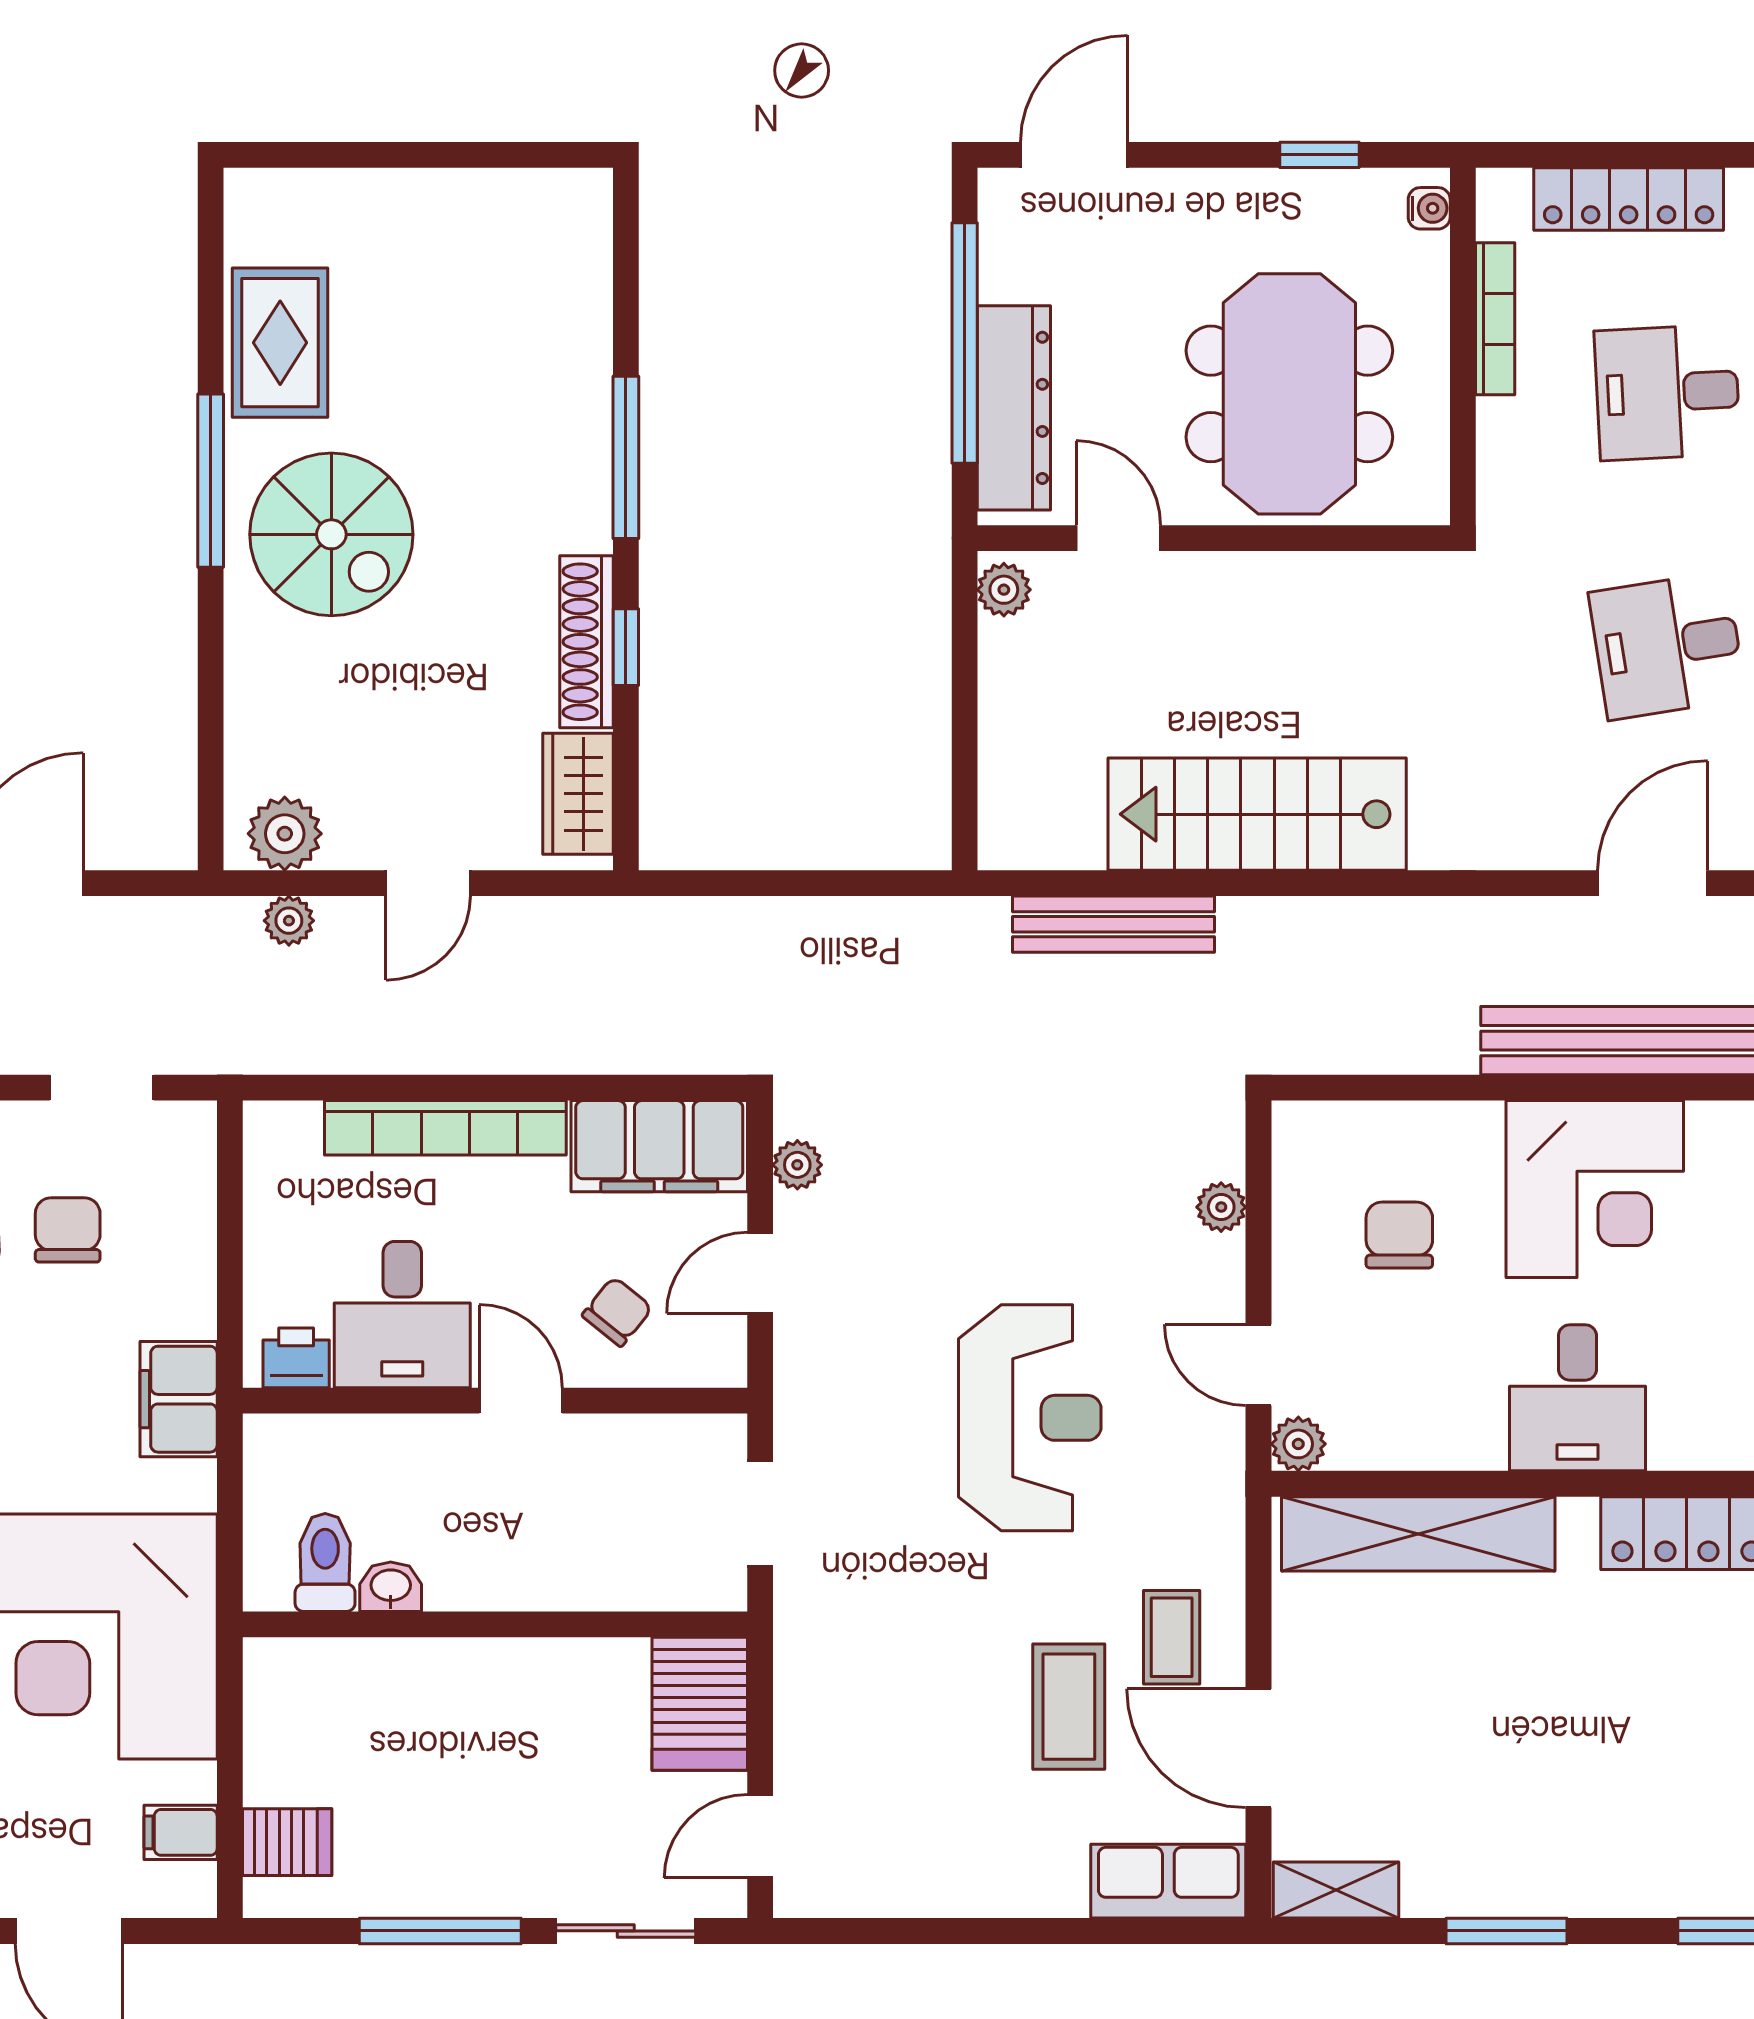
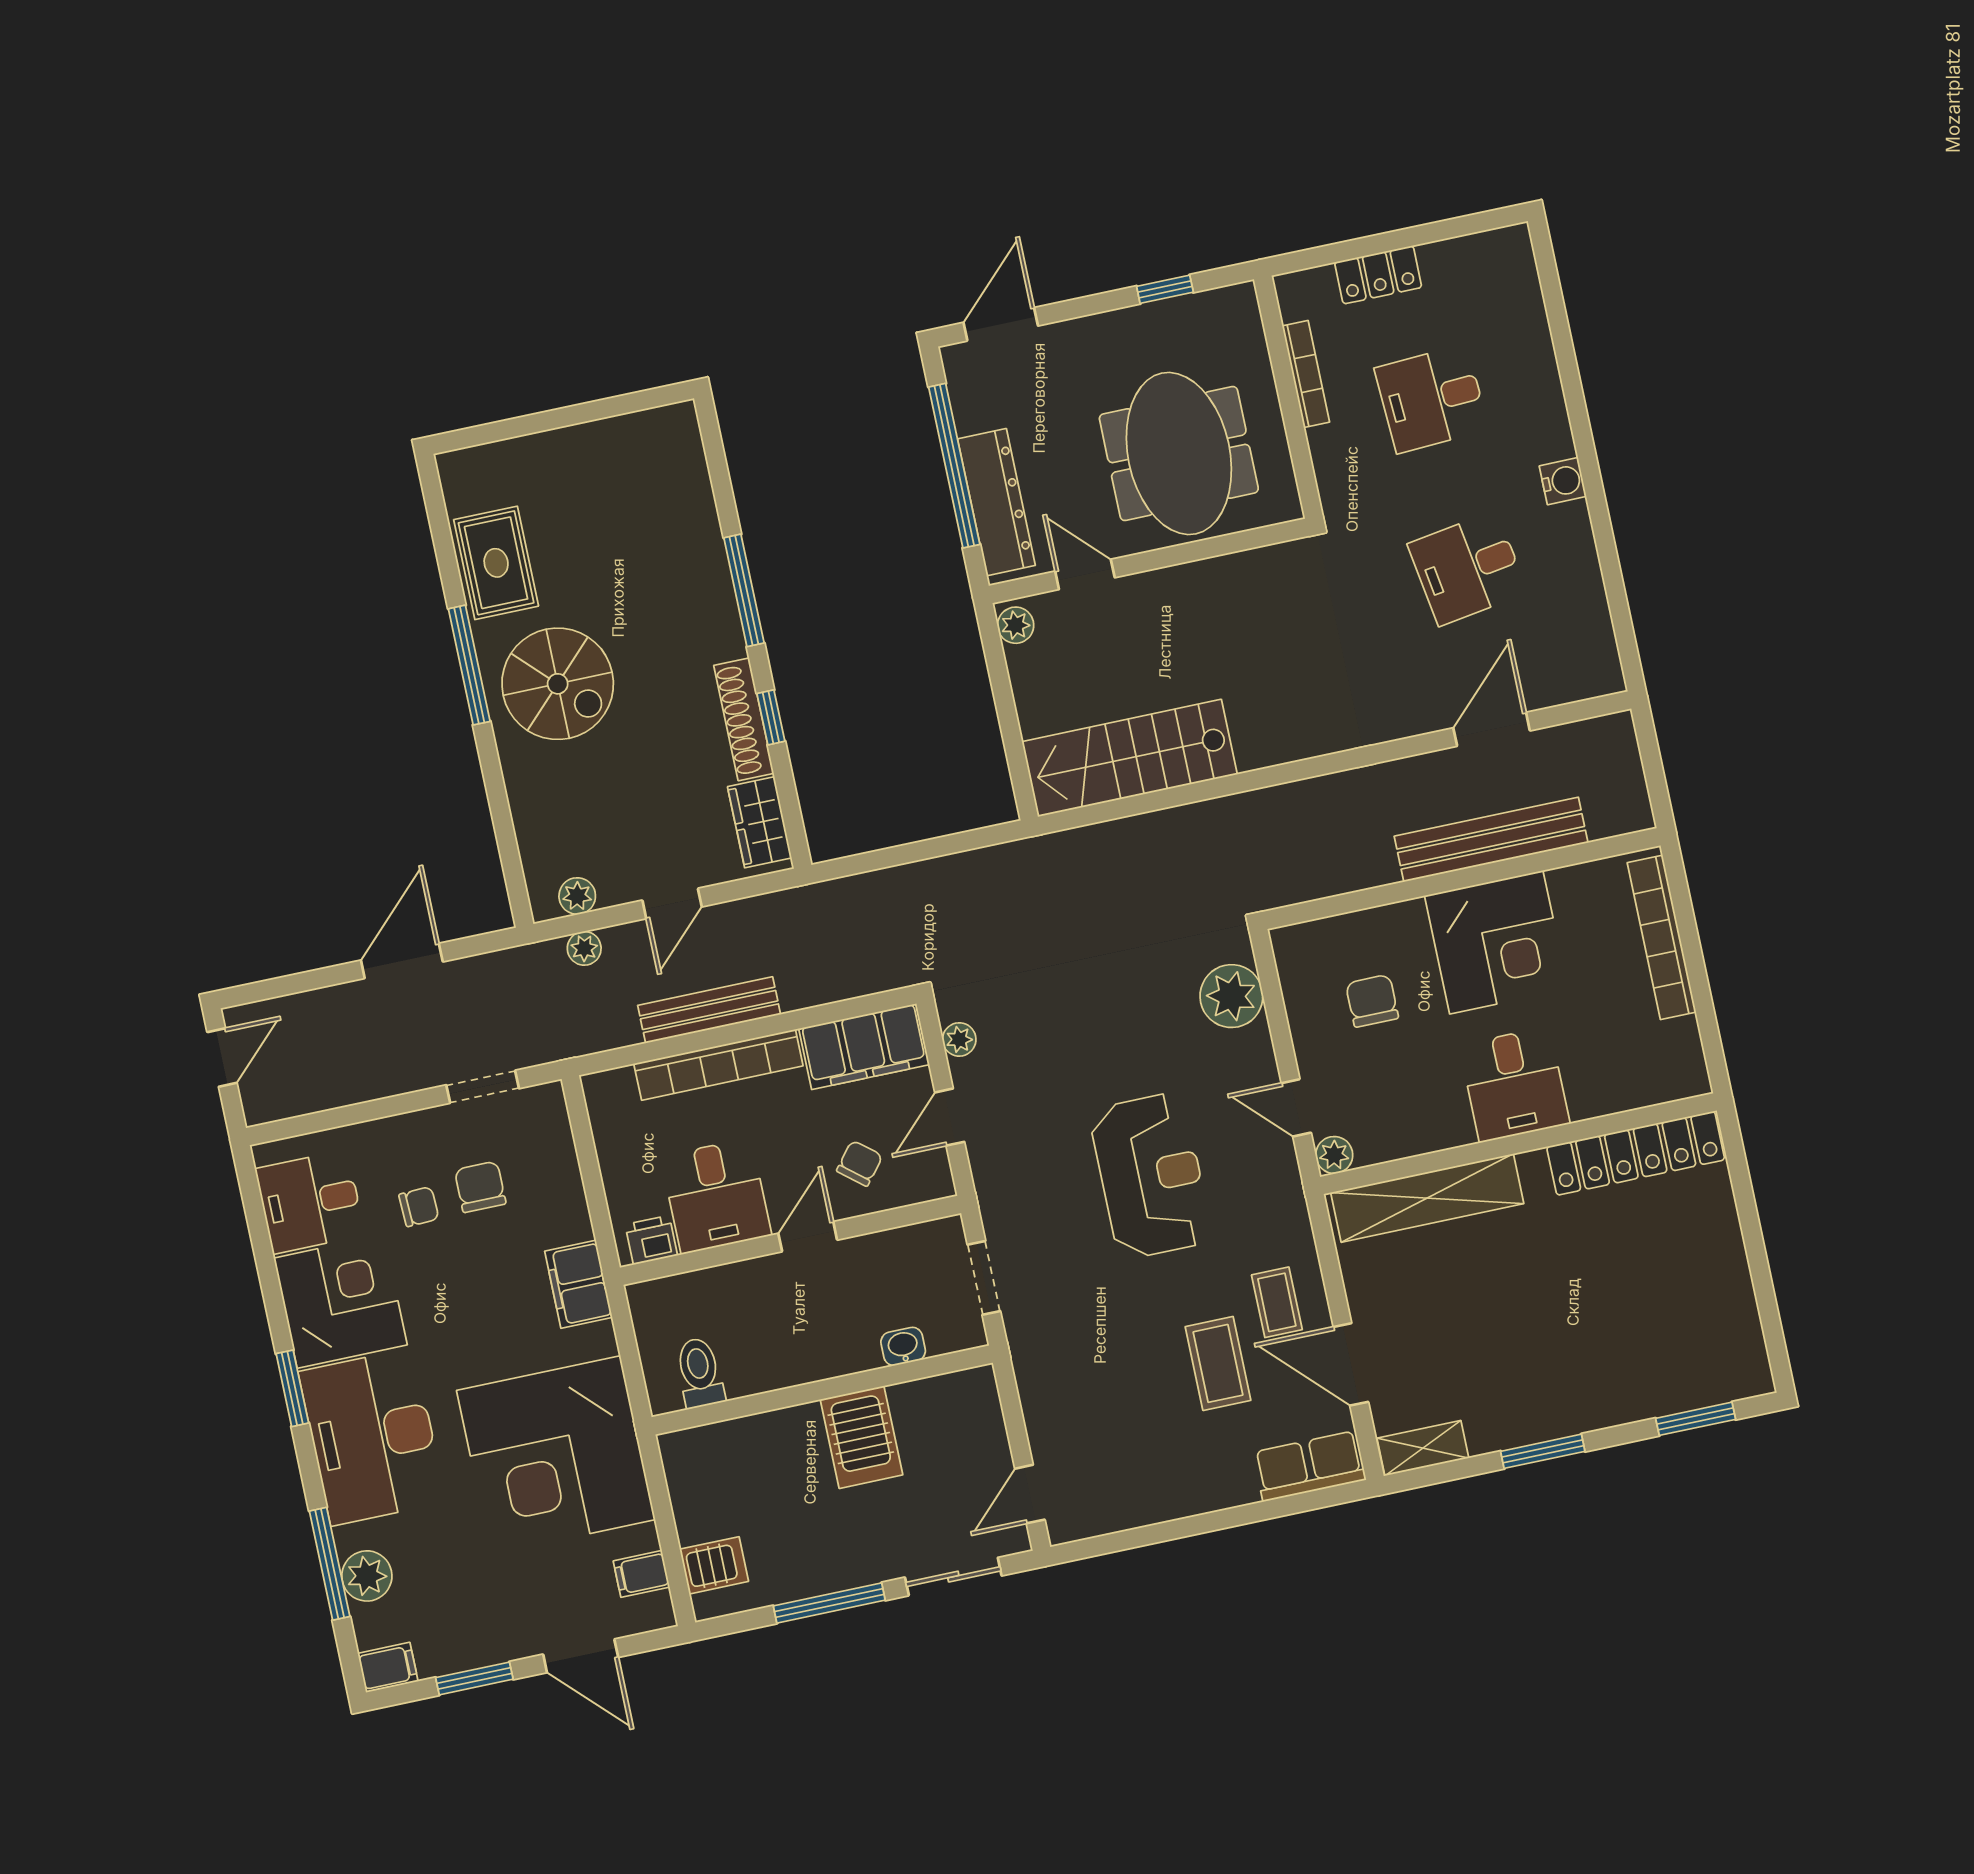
locker: (1629, 199) -> (1378, 275), width x0.66
water cooler: (1429, 208) -> (1246, 309), removed
stairs: (1257, 814) -> (1130, 758), moved
plant: (285, 834) -> (577, 896), width x0.73, depth x0.73
bench: (1114, 924) -> (709, 1010), moved
plant: (1221, 1207) -> (1231, 996), width x1.88, depth x1.88
door: (521, 1401) -> (808, 1237), hinge flipped
washbasin: (391, 1587) -> (903, 1346), moved
server rack: (700, 1704) -> (862, 1437), moved

